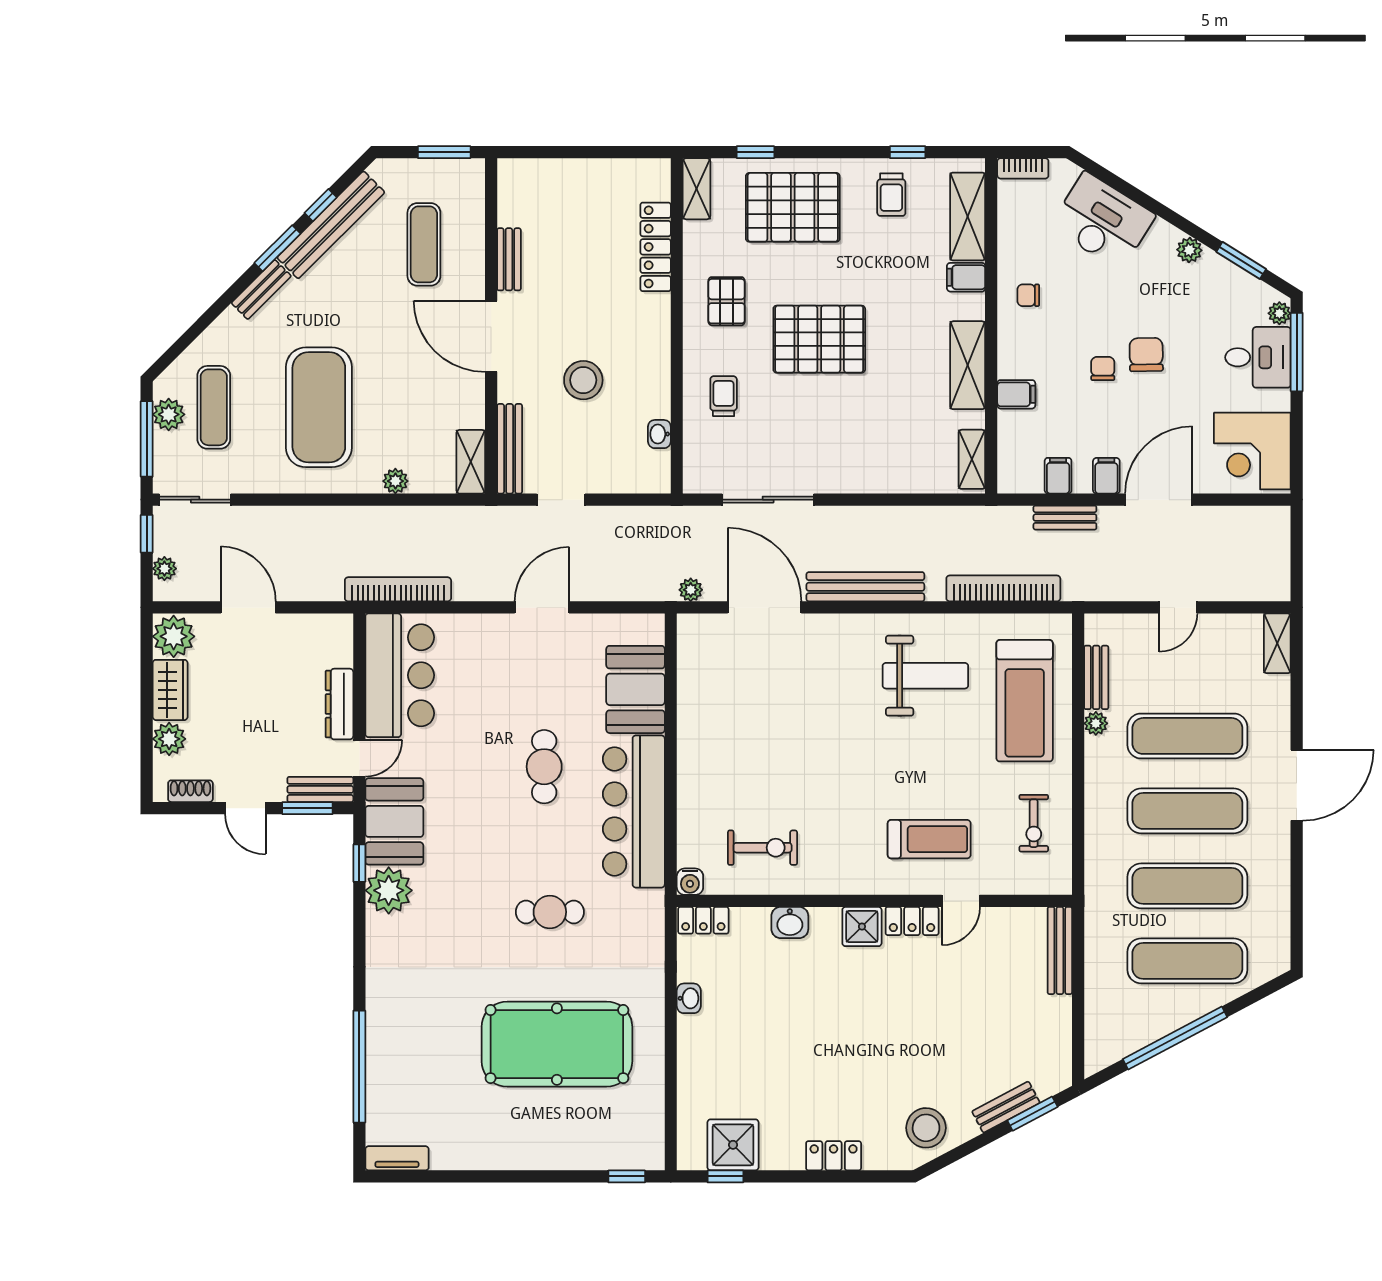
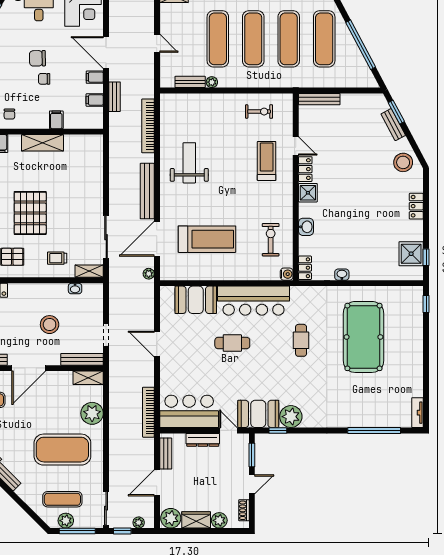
shelving: (972, 459) -> (89, 271), moved
plant: (395, 481) -> (92, 413), width x1.87, depth x1.87
treadmill: (1025, 701) -> (207, 239), moved
bench: (320, 789) -> (166, 454), moved

